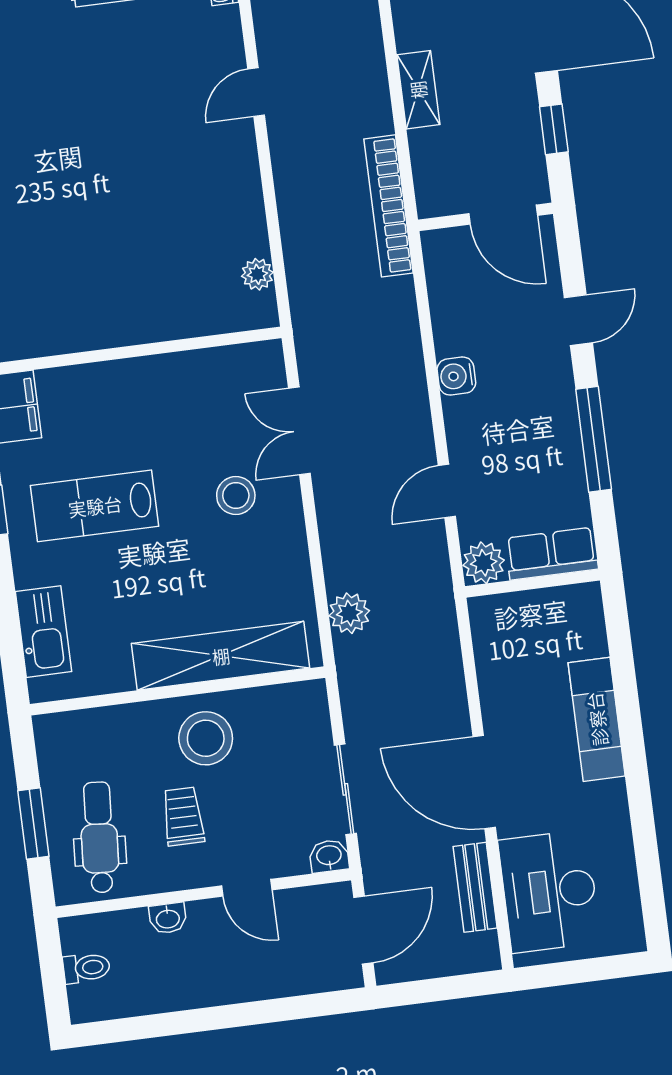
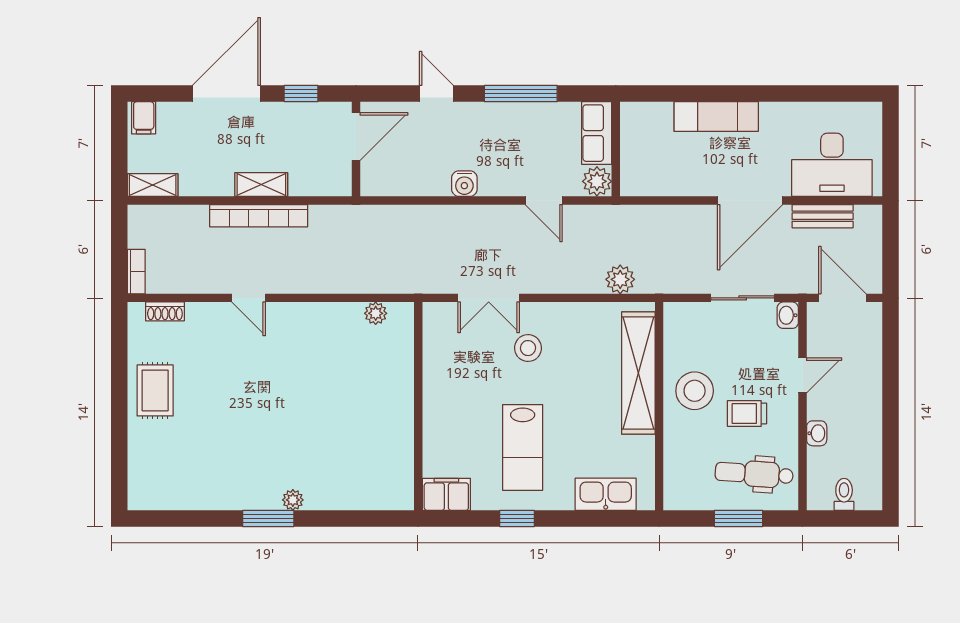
bookcase: (389, 206) -> (259, 216), moved

